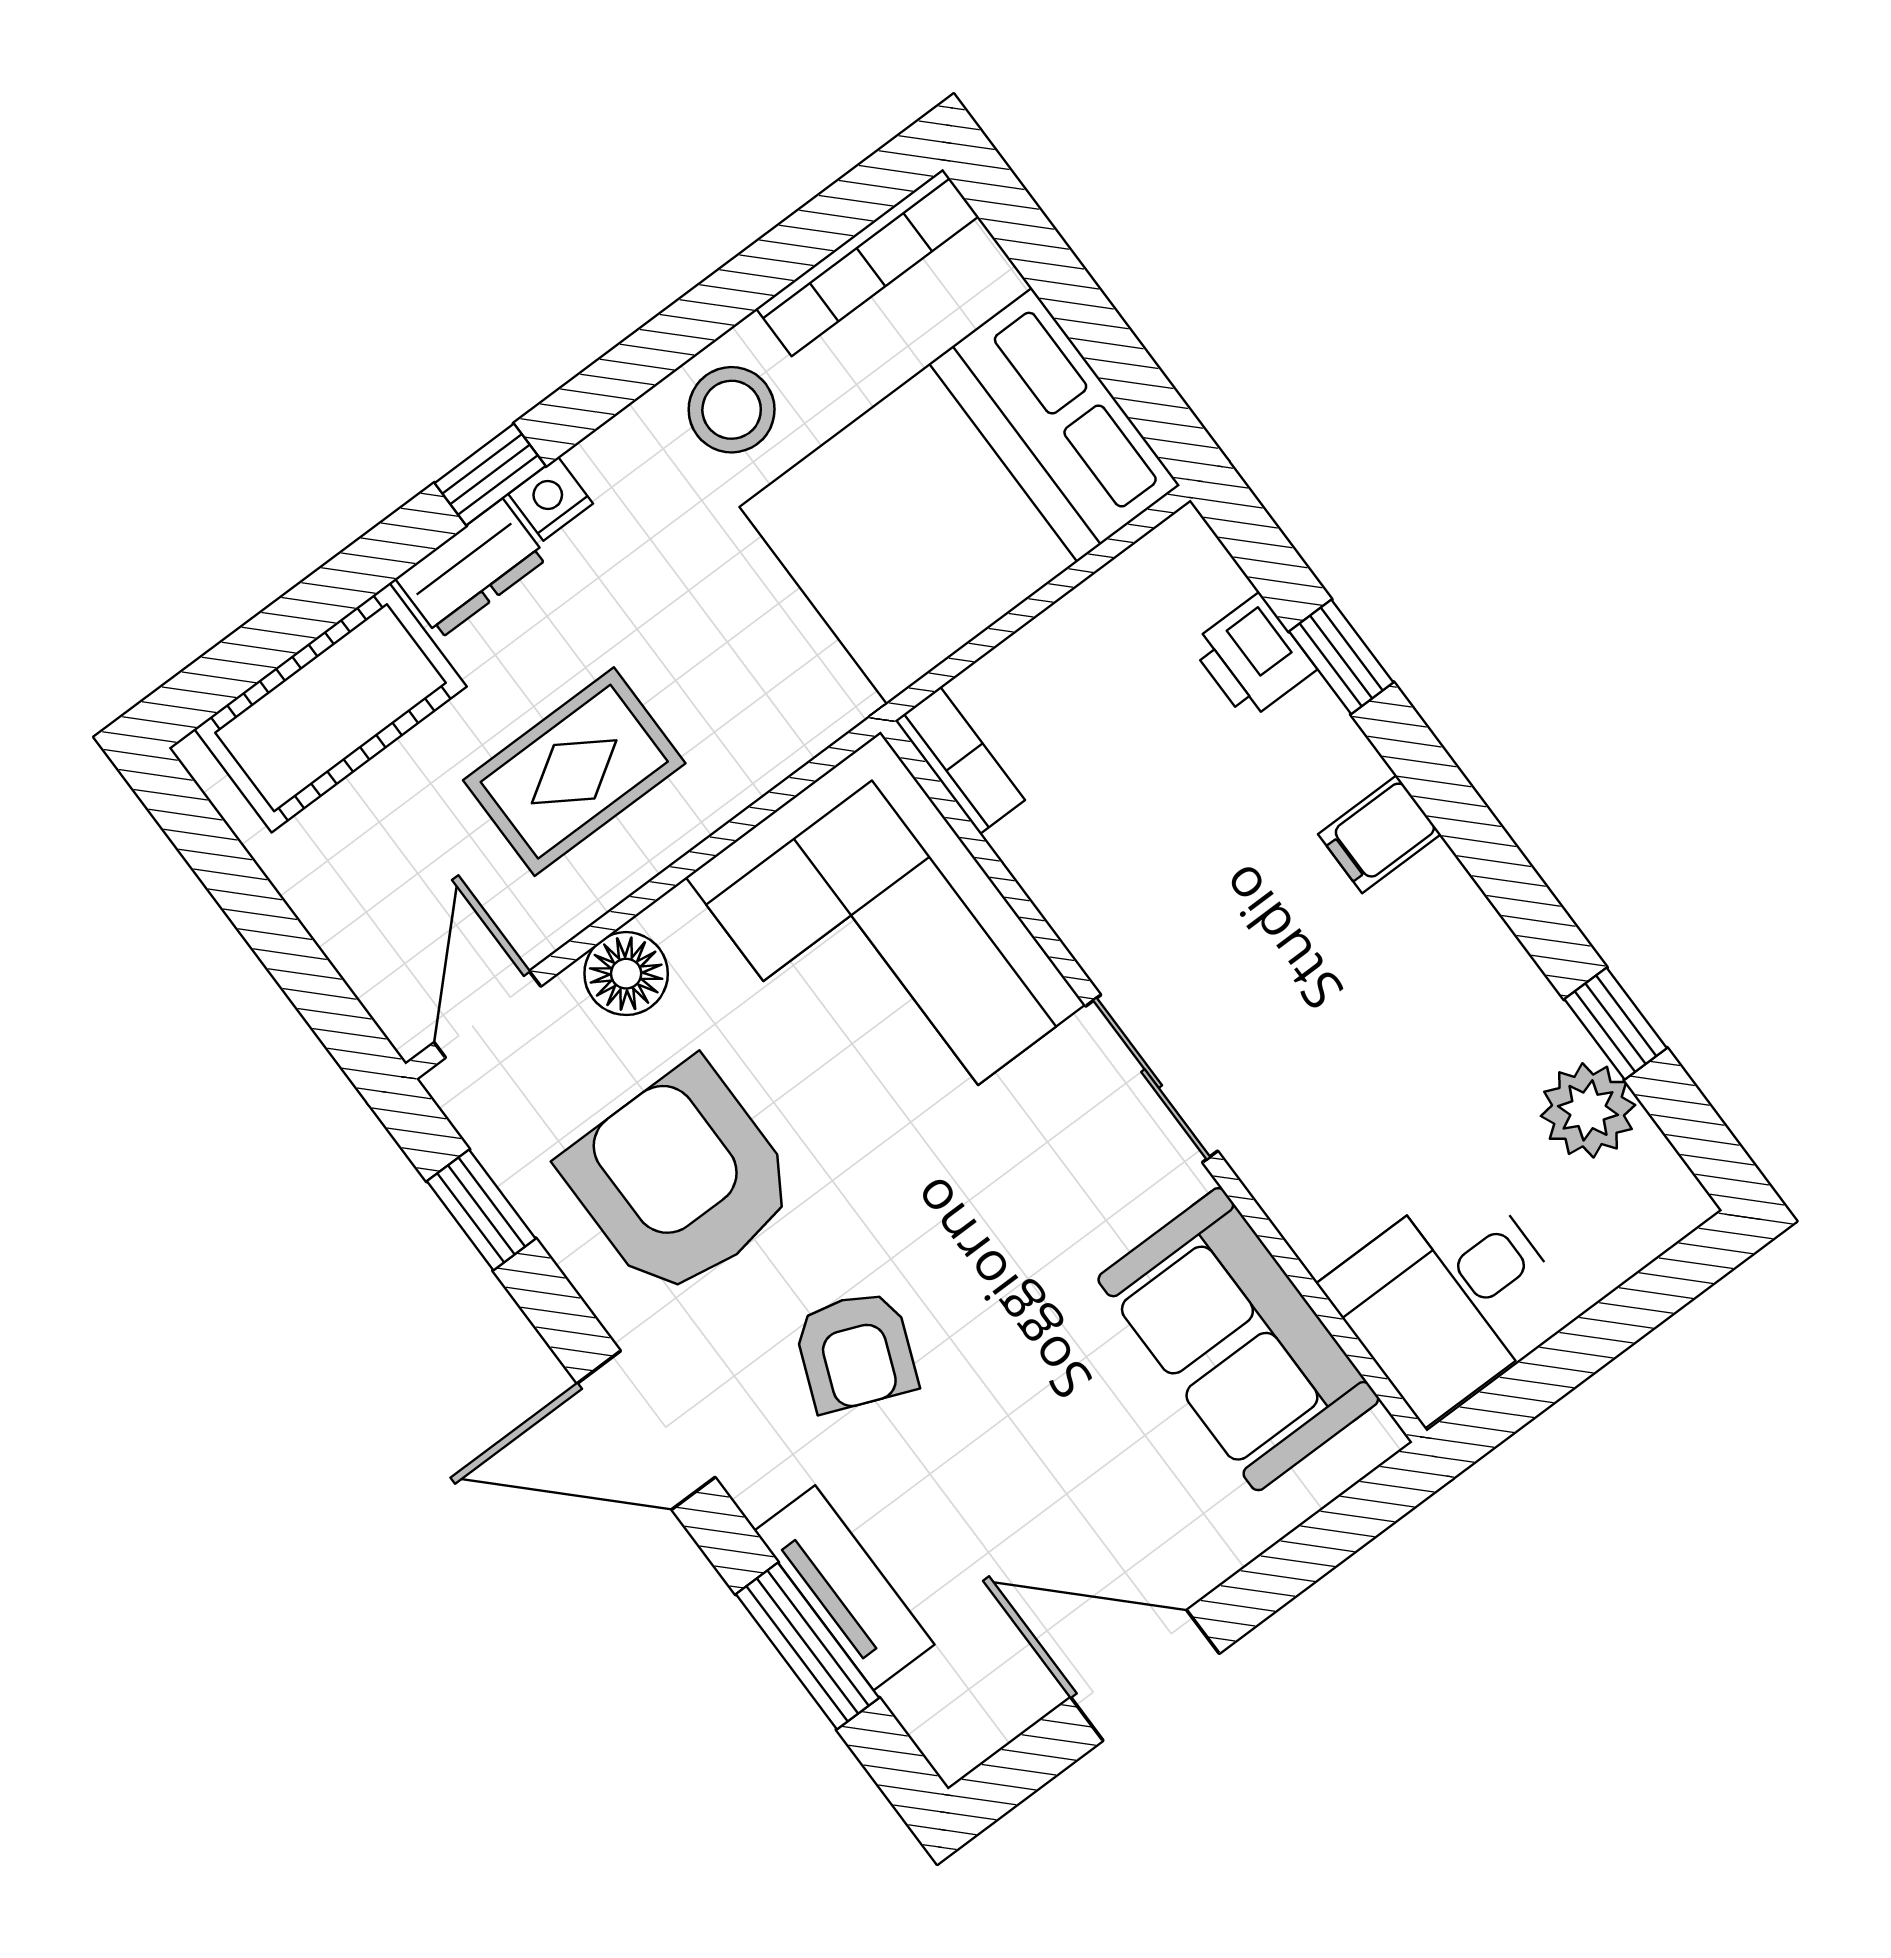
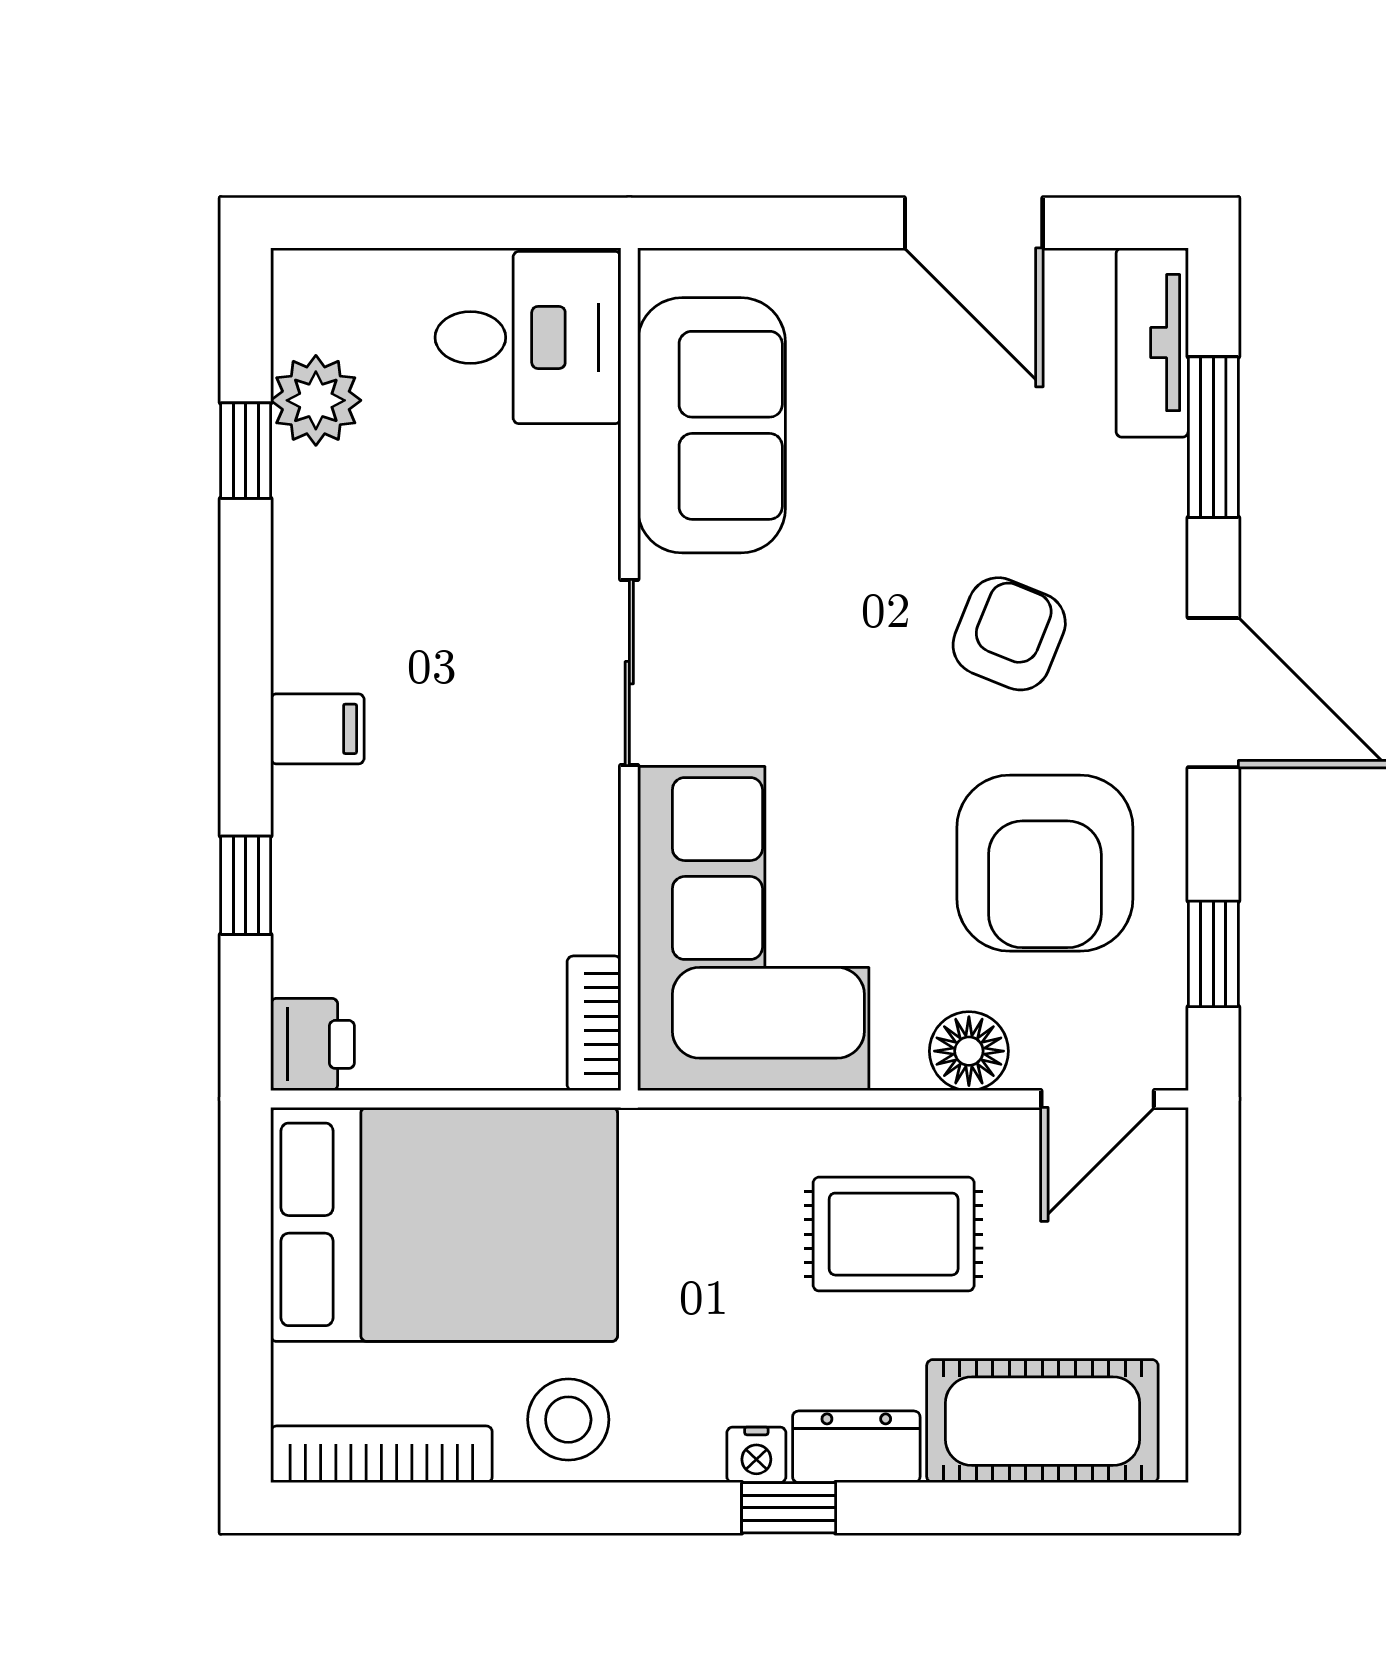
printer: (1253, 657) -> (313, 1044), moved
tv unit: (844, 1588) -> (1152, 343), moved

